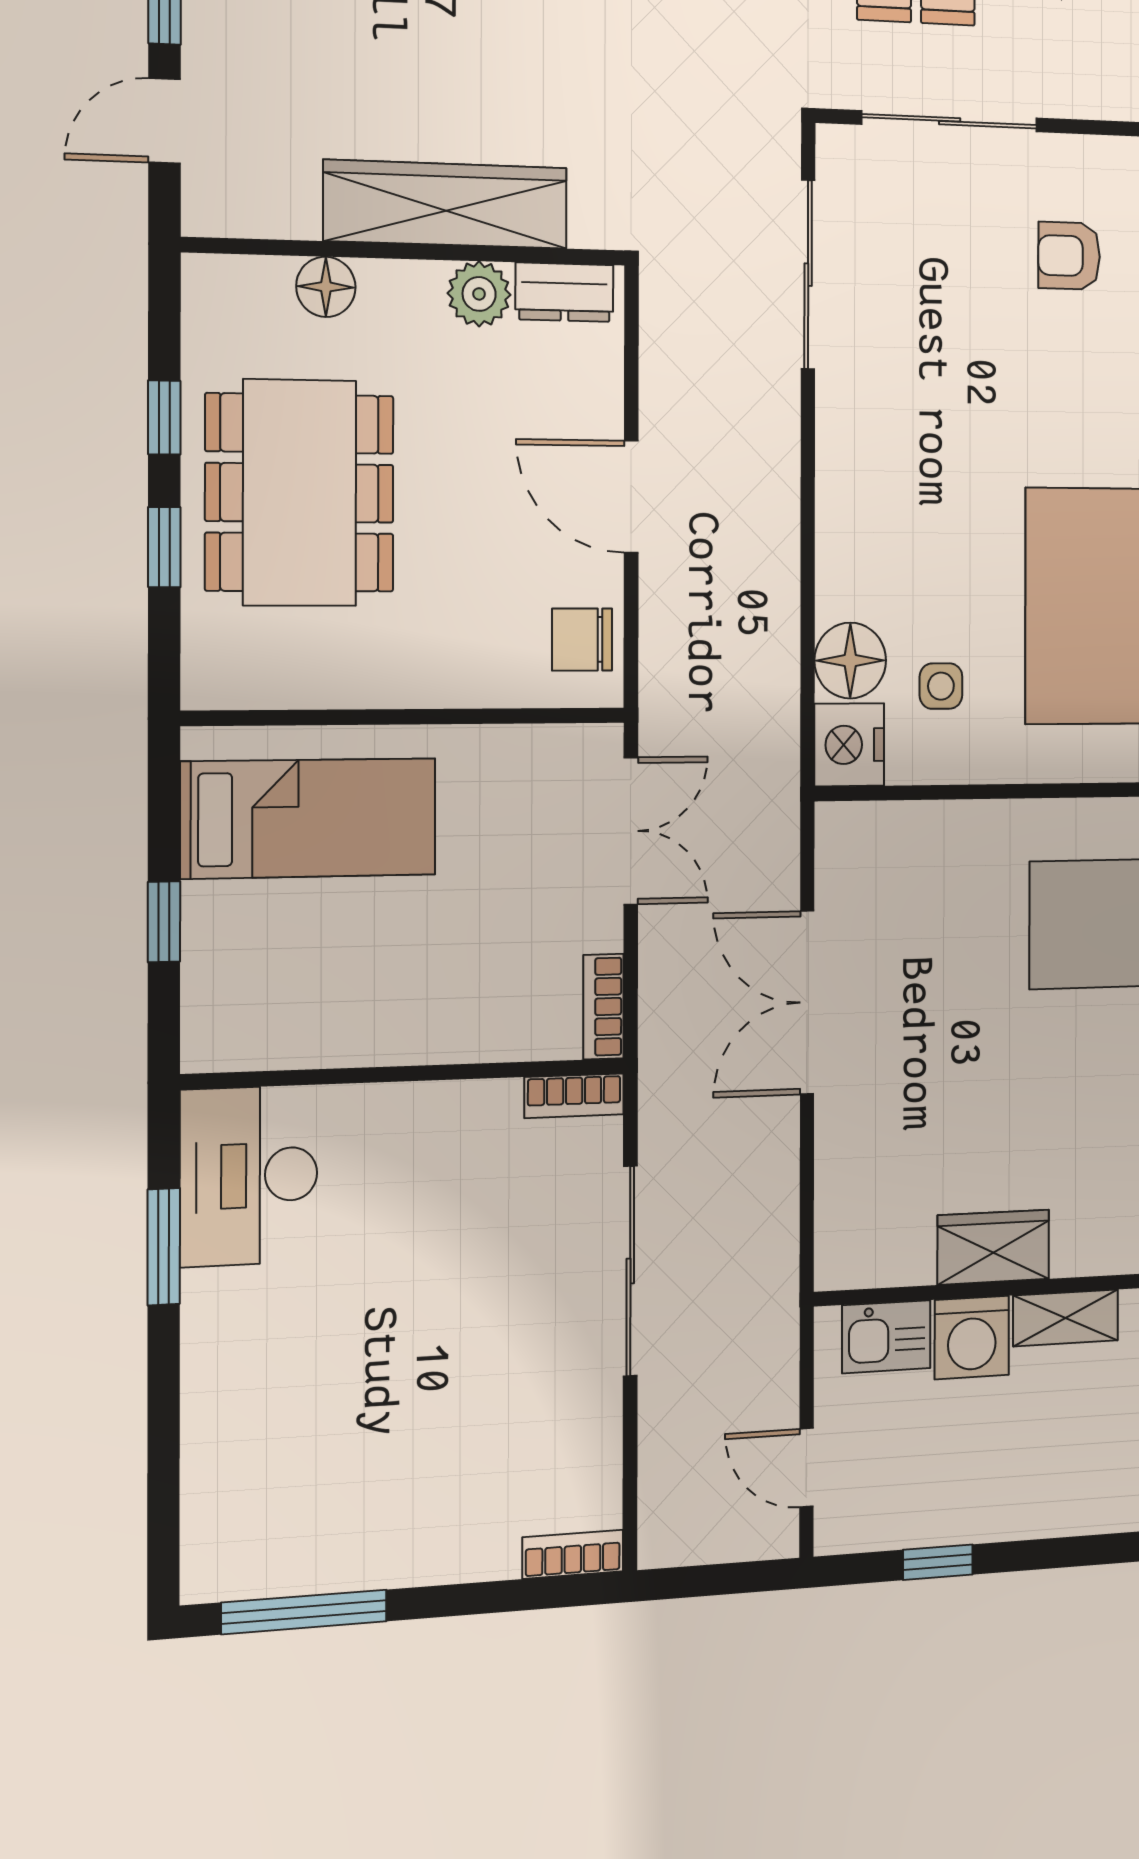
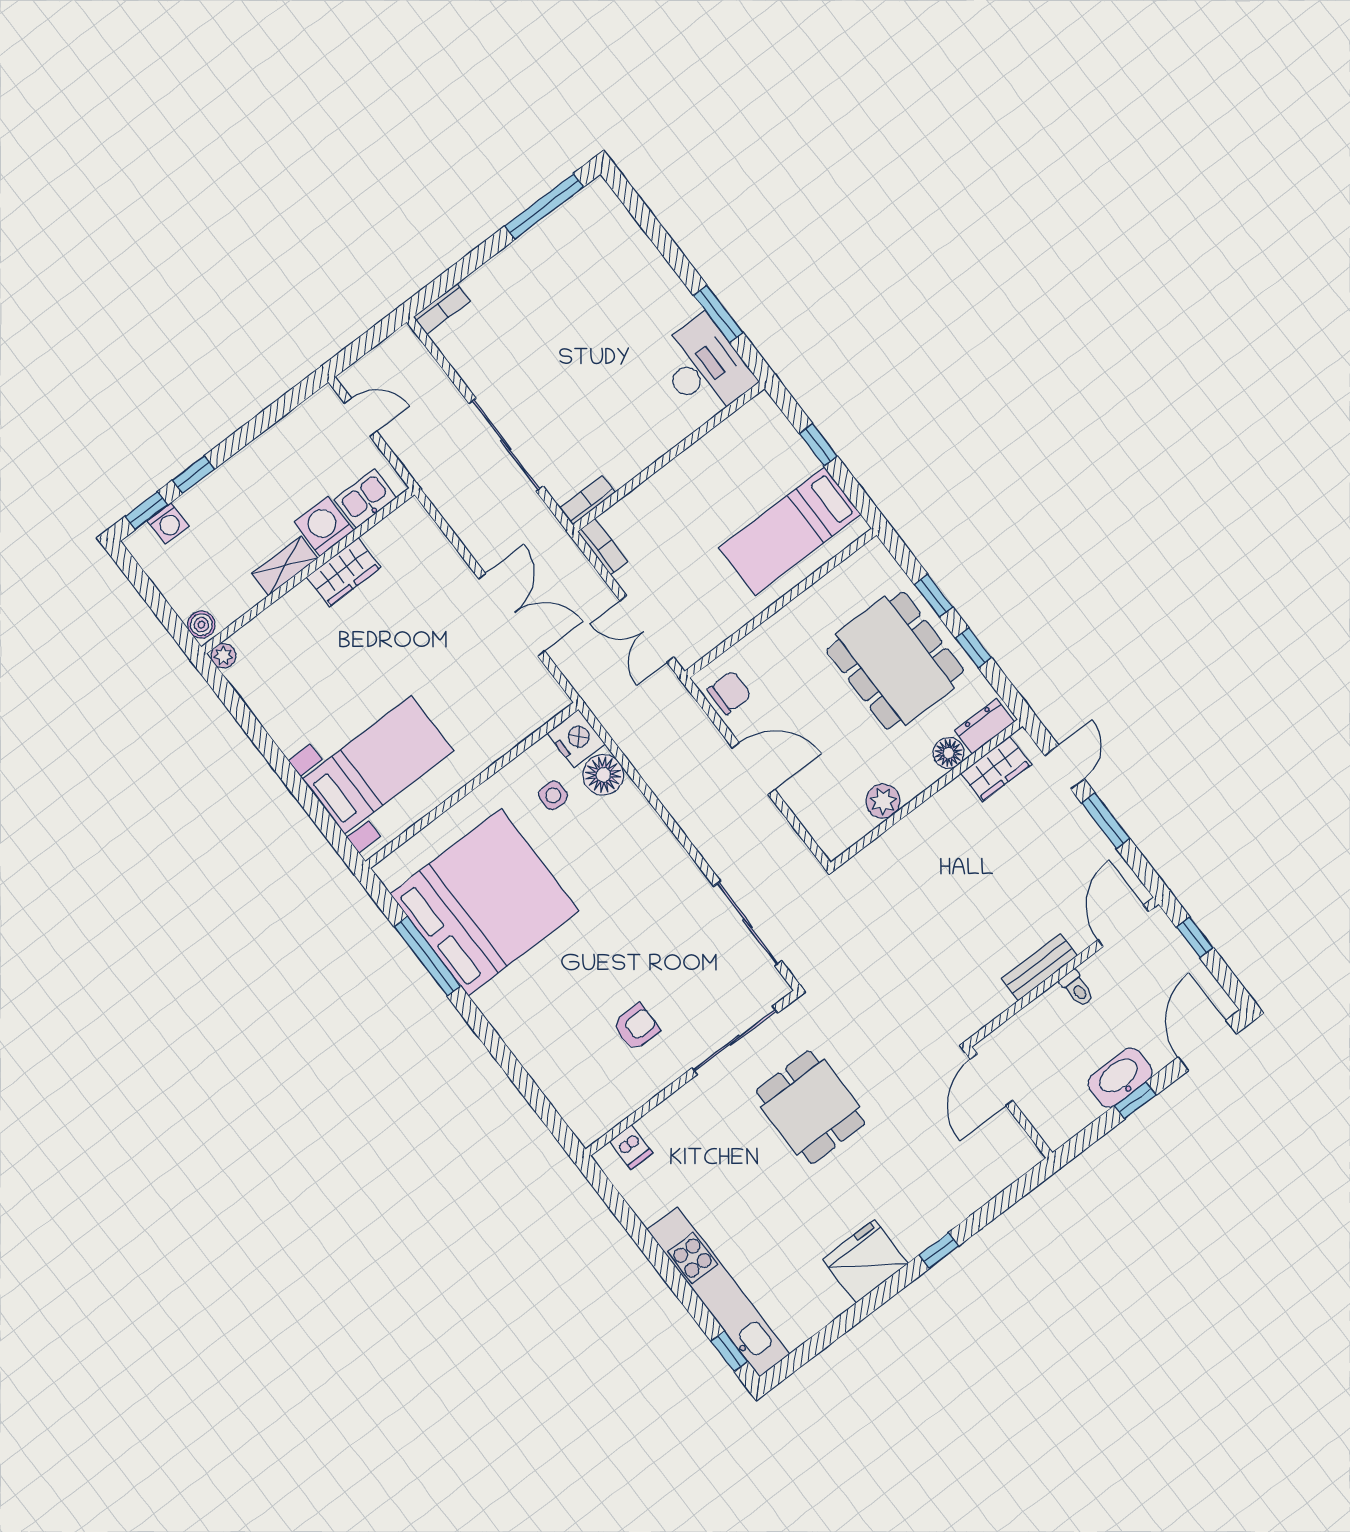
wardrobe: (446, 204) -> (996, 769), moved, width x0.48, depth x0.85
dresser: (564, 292) -> (984, 726), moved
window: (938, 1562) -> (194, 475), moved

